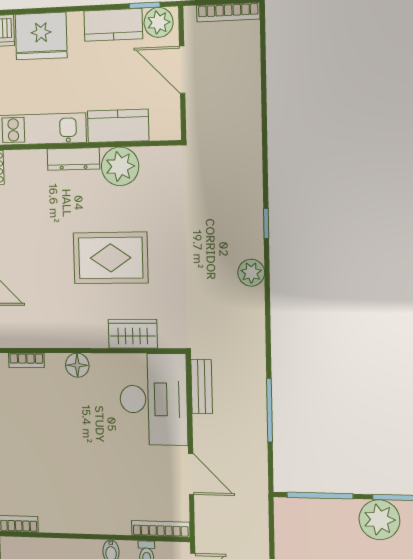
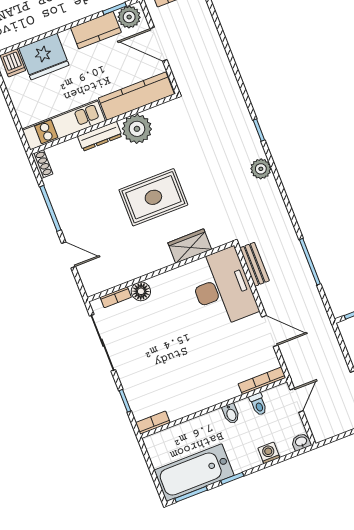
kitchen counter: (118, 126) -> (136, 96), width x1.50
floor lamp: (77, 365) -> (141, 291), moved

